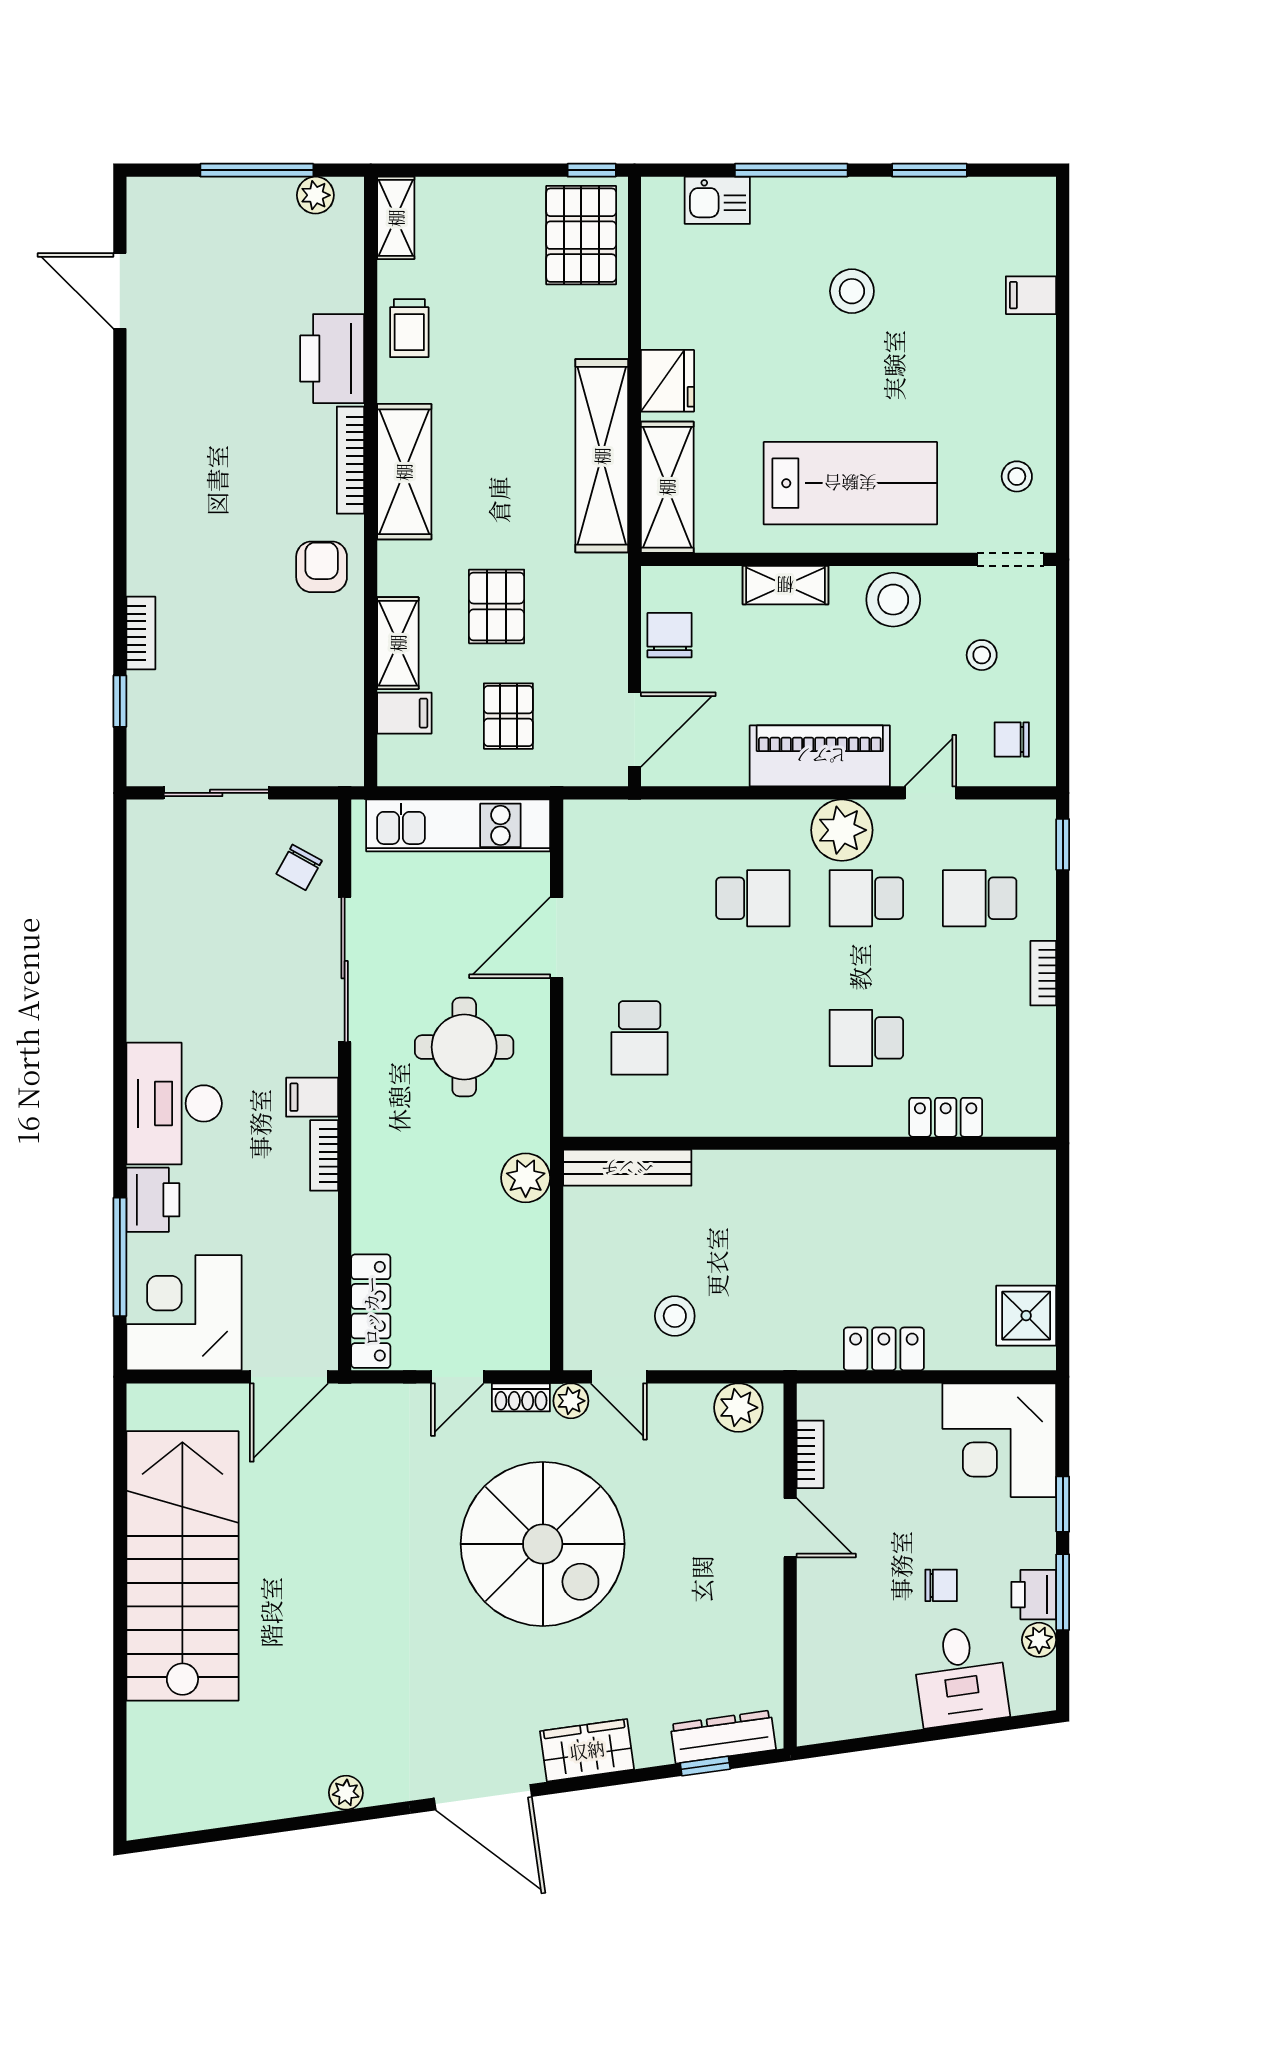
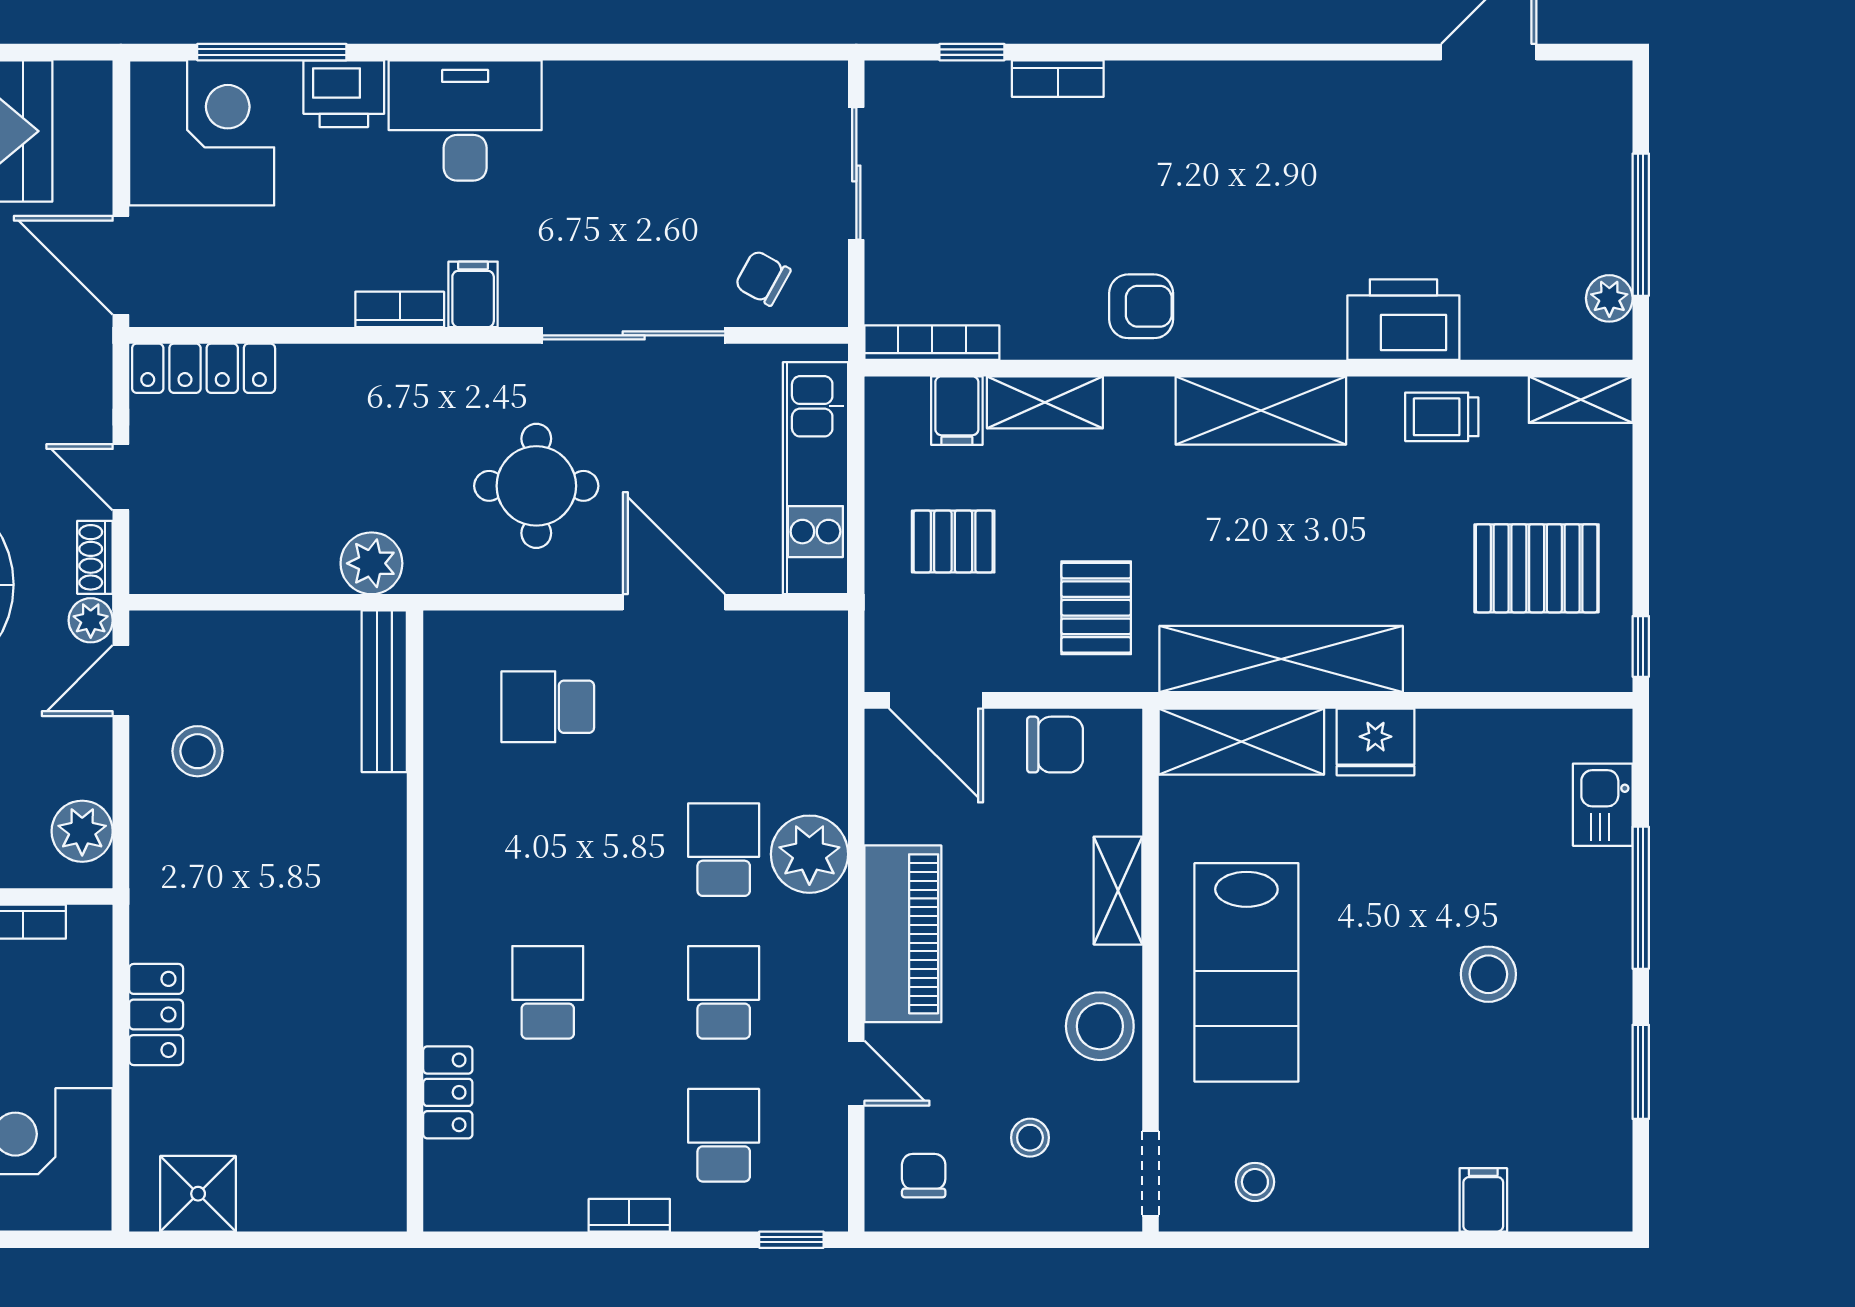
pallet: (581, 235) -> (1537, 568), moved
bookcase: (350, 460) -> (932, 343), moved
pallet: (497, 606) -> (1096, 608), moved, turned 90
plant: (842, 830) -> (809, 854), moved
school desk: (753, 898) -> (724, 850), turned 180

